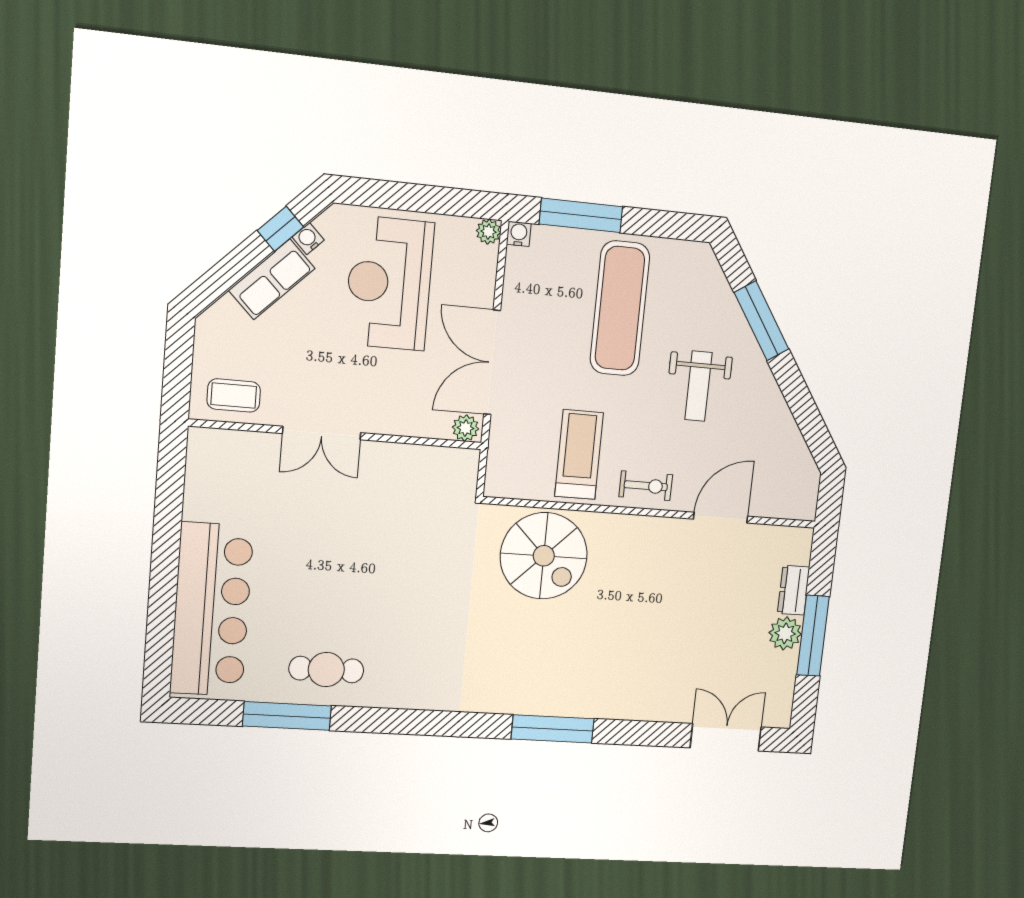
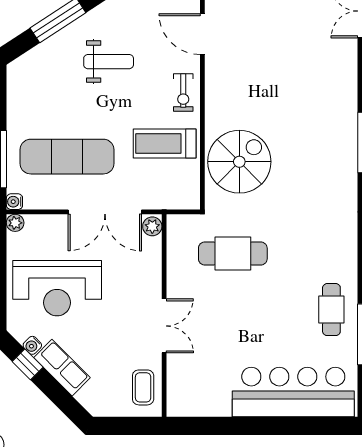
exercise mat: (620, 308) -> (67, 157), moved
exercise bike: (646, 486) -> (183, 92), turned 180
cafe table: (417, 538) -> (233, 254), added

